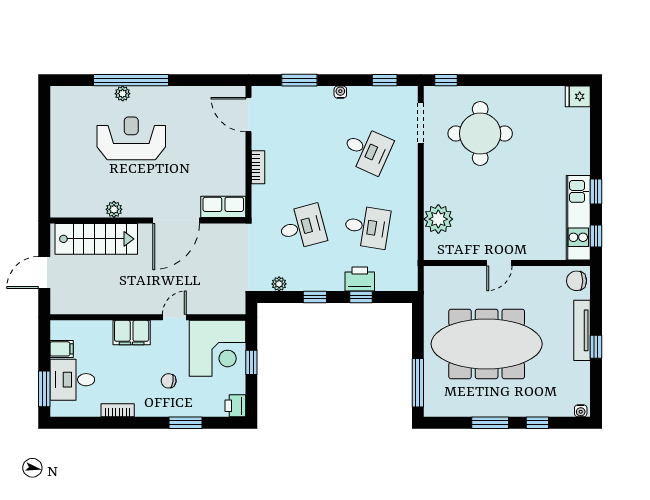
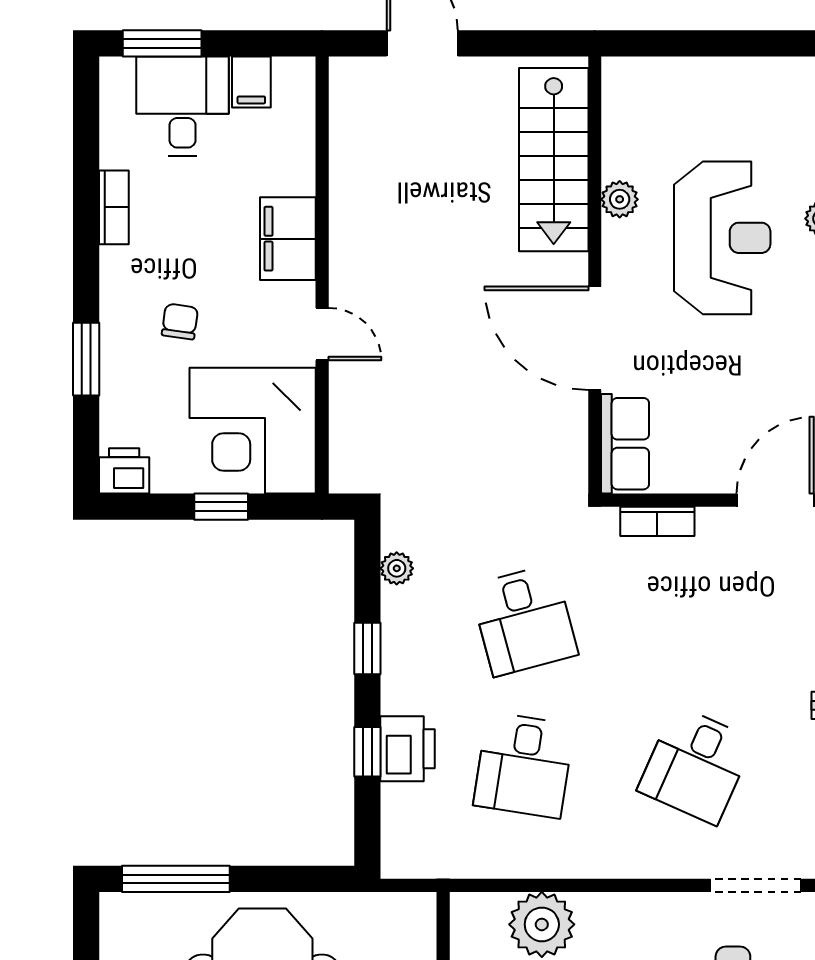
row of seats: (223, 207) -> (625, 444), moved
plant: (114, 209) -> (620, 199), moved
wall: (148, 220) -> (595, 275), moved
door: (176, 220) -> (595, 338), moved
stairs: (96, 239) -> (554, 160), moved

